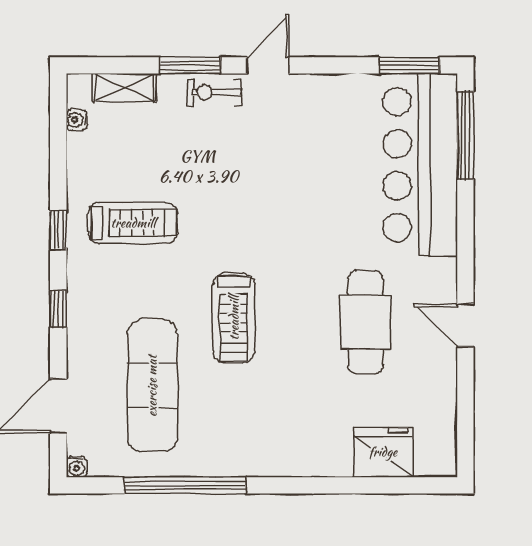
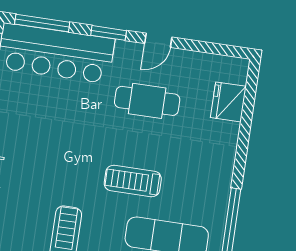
window: (465, 244) -> (109, 33), added
treadmill: (234, 318) -> (133, 181), turned 180

